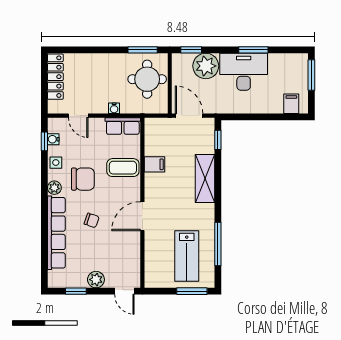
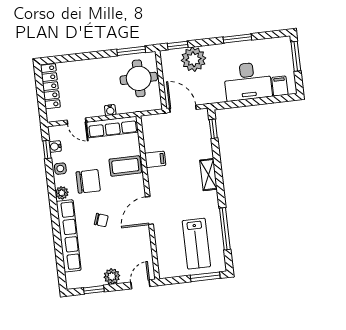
desk: (244, 72) -> (248, 81), moved, turned 180
row of seats: (123, 126) -> (112, 127), width x1.48
shelving: (205, 178) -> (208, 175), width x0.67, depth x0.75
door: (124, 291) -> (140, 284), swing flipped

